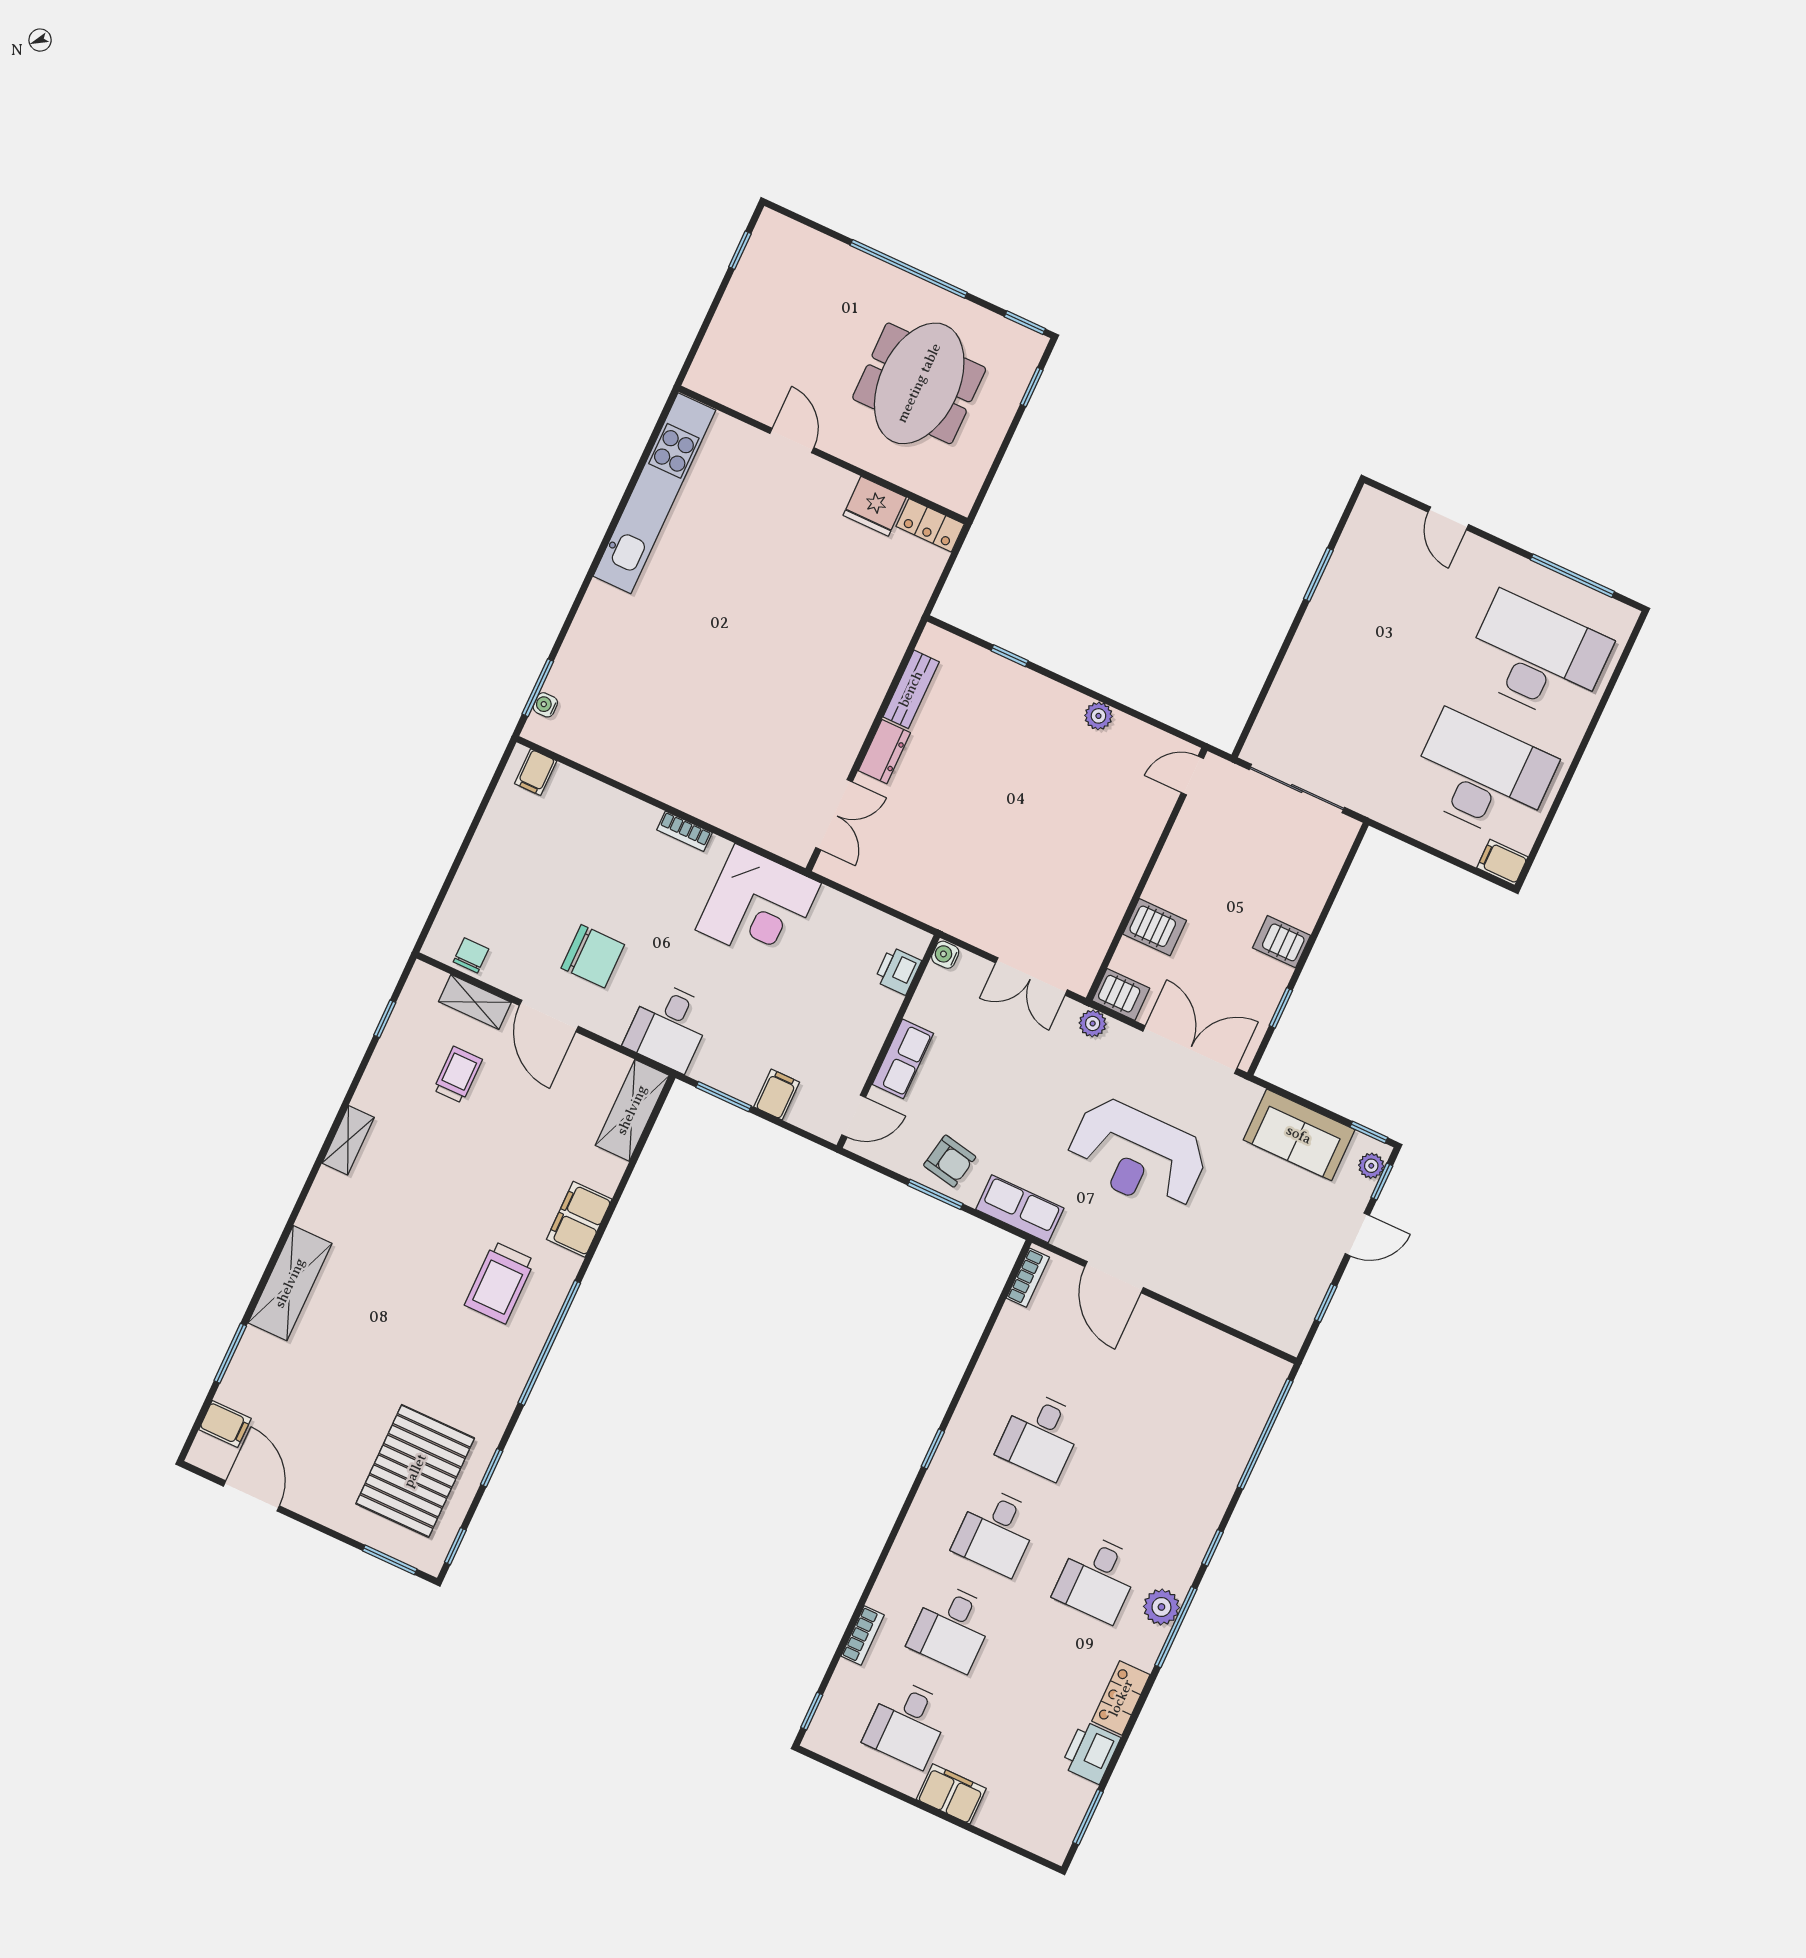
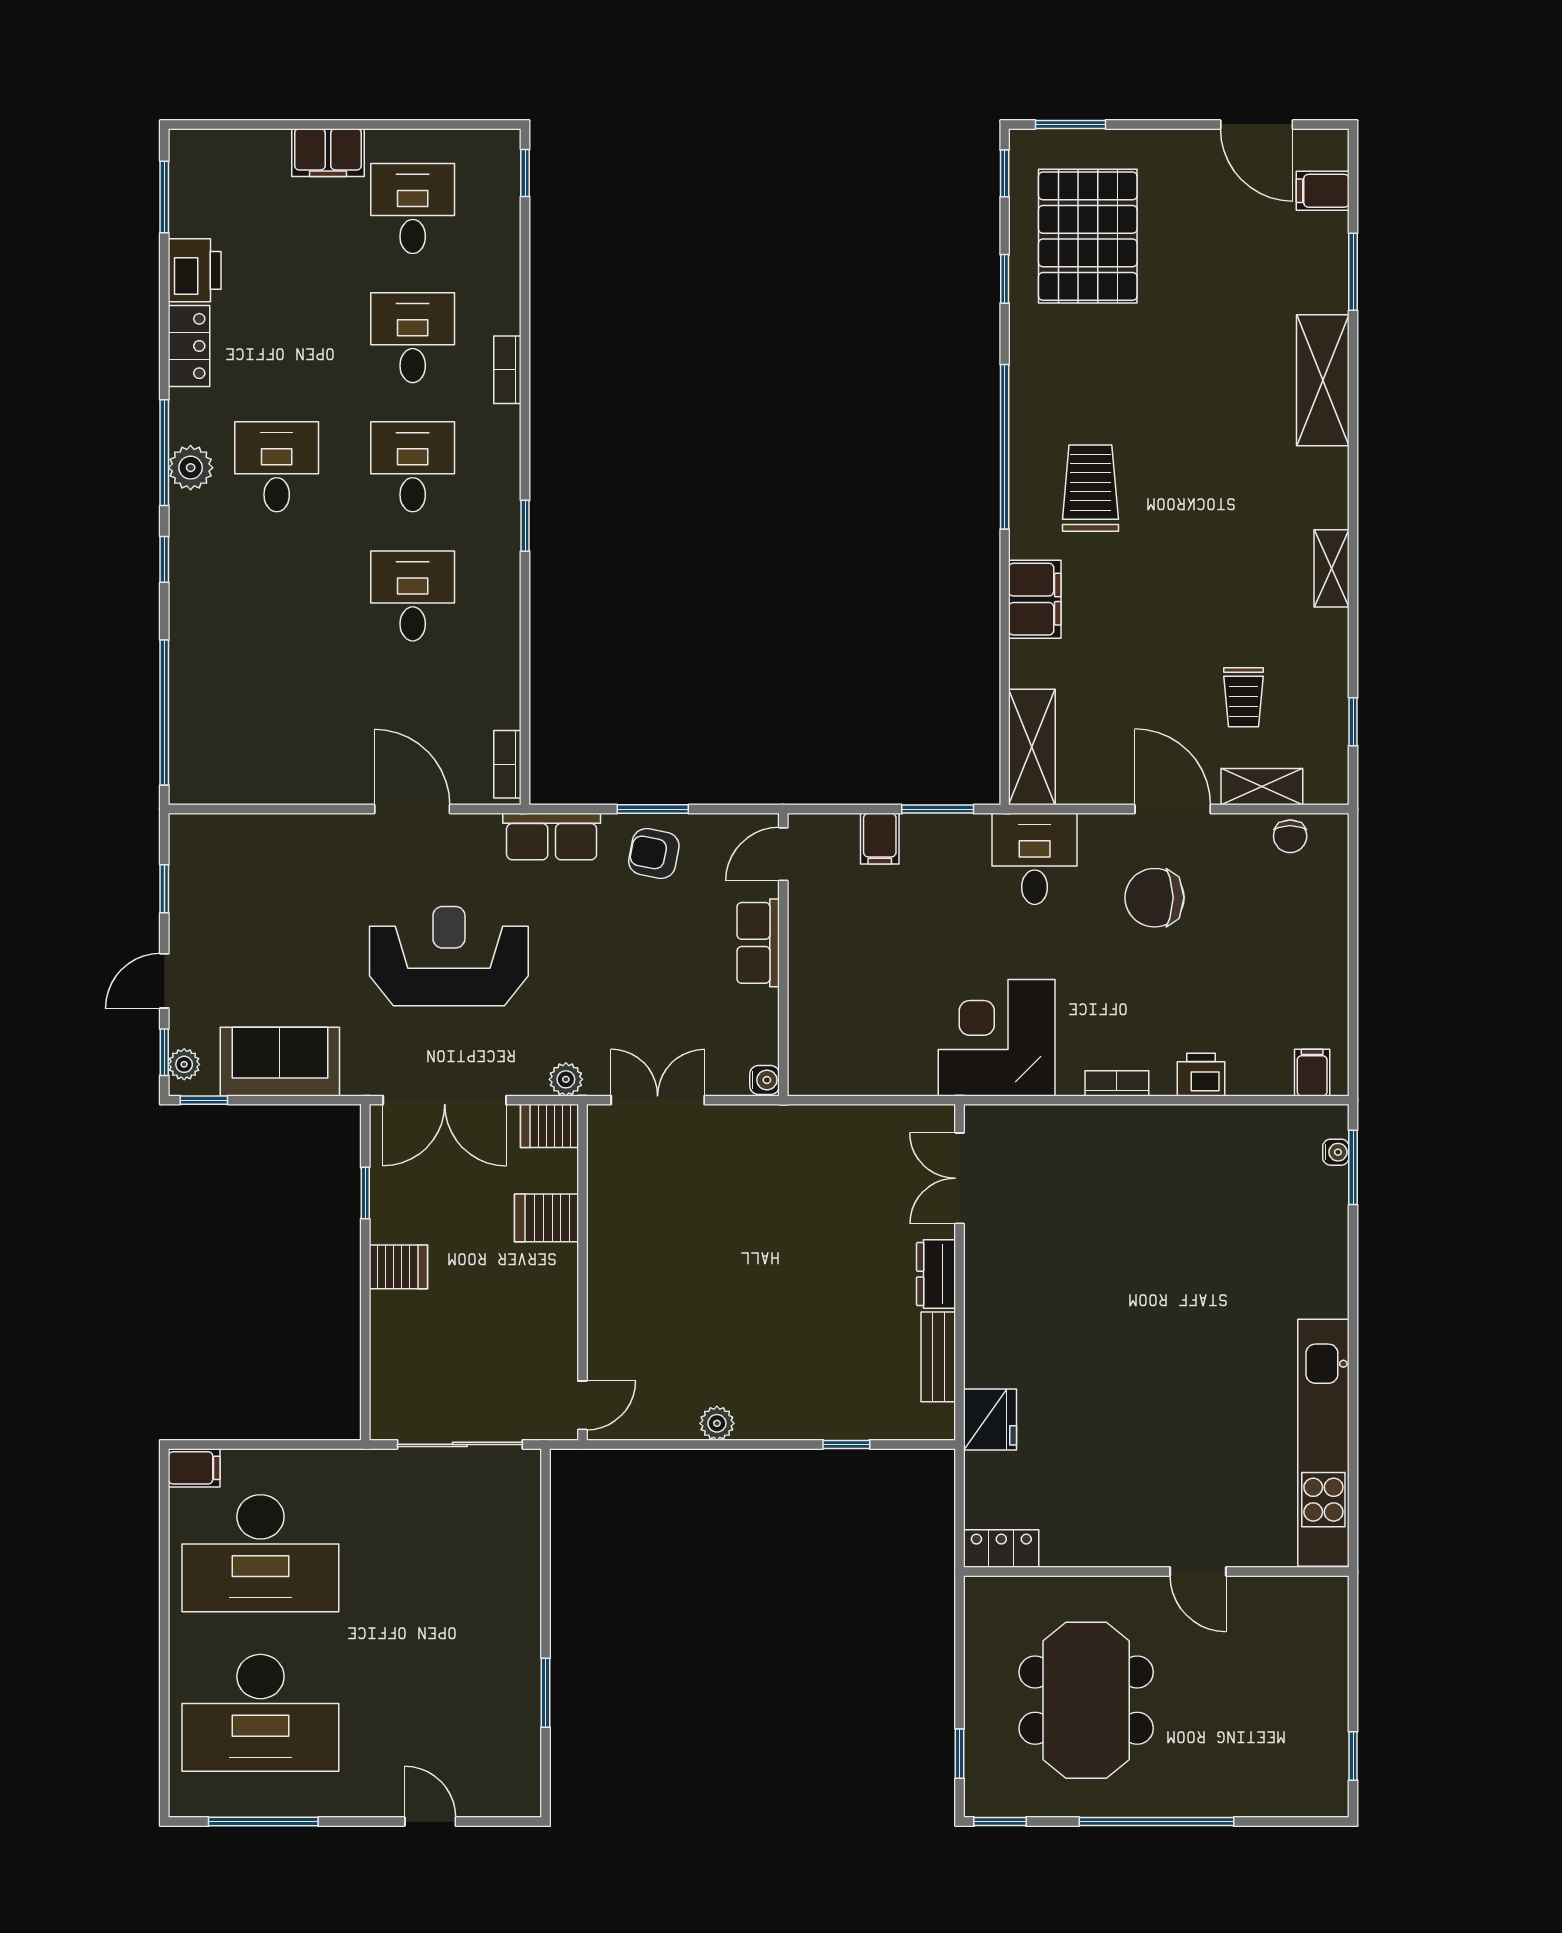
fridge: (875, 506) -> (990, 1420), moved, turned 90
printer: (898, 971) -> (1201, 1075), moved, turned -90
bookcase: (863, 1636) -> (507, 370), moved

